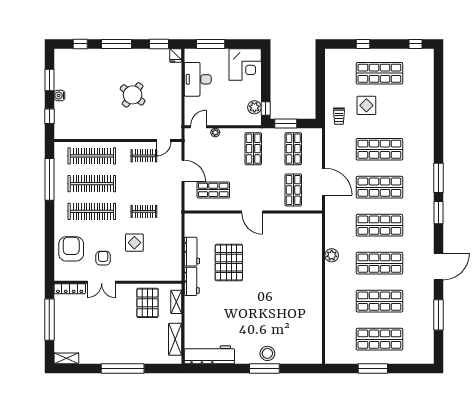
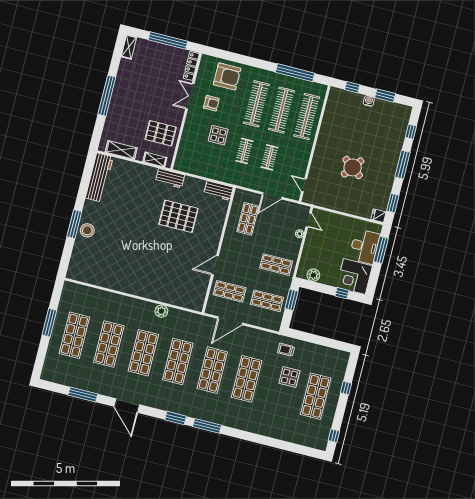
desk: (198, 79) -> (364, 246), moved, turned 90
window: (266, 109) -> (342, 293), moved
clothes rail: (144, 156) -> (270, 157), moved
door: (252, 212) -> (215, 265), moved
workbench: (192, 252) -> (218, 191), moved

